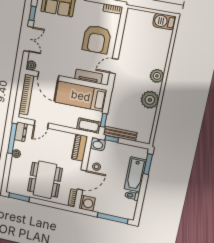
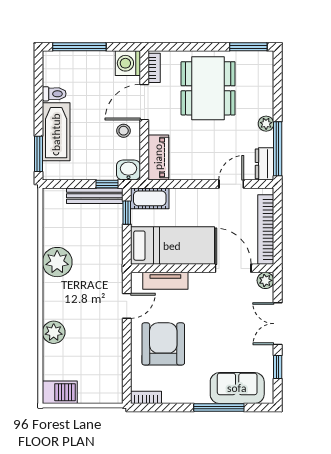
plant: (157, 76) -> (54, 332), moved

